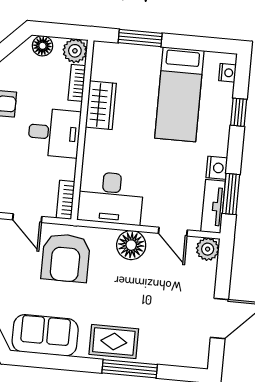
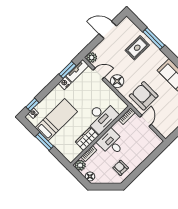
window: (140, 38) -> (44, 141), moved
window: (239, 112) -> (32, 105), moved
desk: (111, 198) -> (102, 117), moved, turned 90
door: (173, 232) -> (99, 74), hinge flipped
armchair: (66, 258) -> (144, 96), turned -90
rug: (114, 342) -> (137, 48), moved, turned 90

